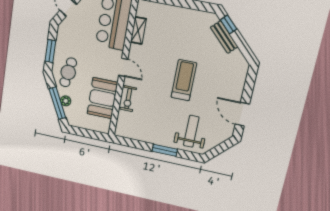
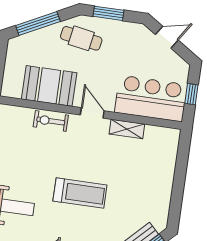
shelving: (138, 30) -> (127, 129), moved
door: (123, 67) -> (92, 113), swing flipped
plant: (66, 101) -> (42, 35), removed

